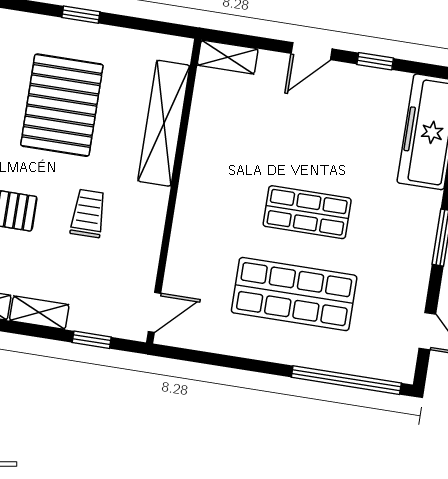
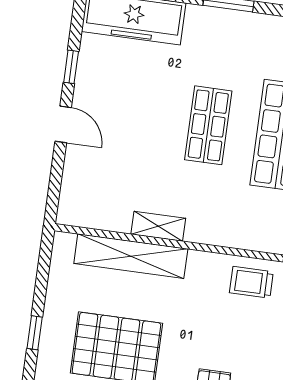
shelving: (228, 57) -> (158, 226), moved, turned 90
trolley: (88, 213) -> (251, 282), moved

